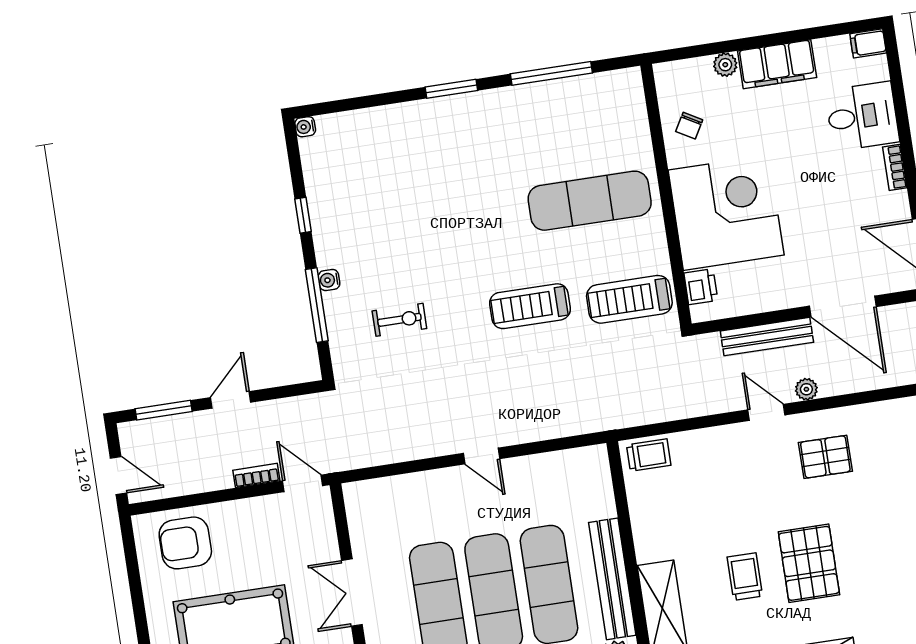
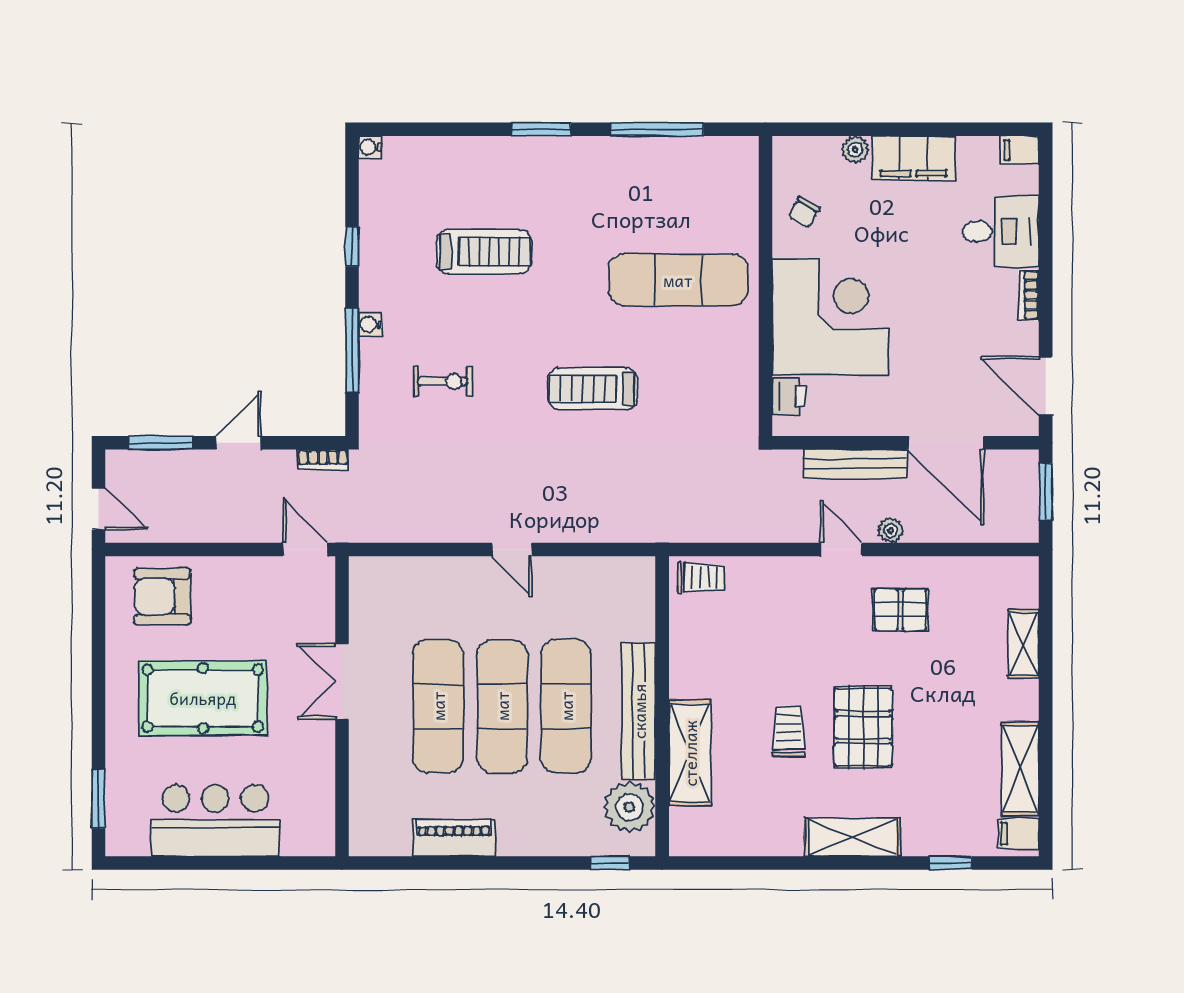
treadmill: (629, 299) -> (484, 252), moved, turned 180
bookcase: (256, 475) -> (323, 460), moved, turned 180

